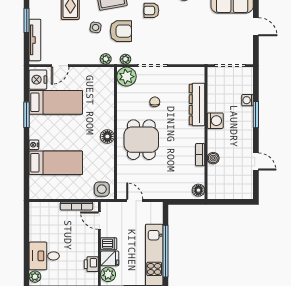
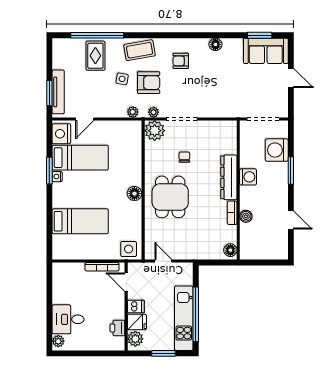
window: (27, 20) -> (49, 93), moved
washing machine: (248, 100) -> (277, 150), width x1.89, depth x1.89
dresser: (197, 104) -> (229, 177), moved
nightstand: (34, 145) -> (57, 177), moved

